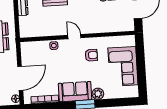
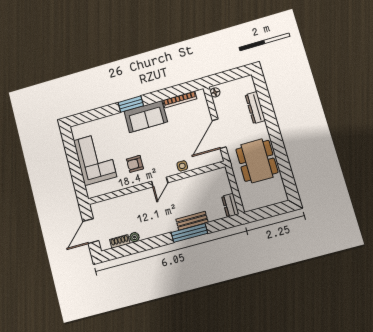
door: (74, 37) -> (160, 182), hinge flipped
door: (20, 78) -> (219, 134), moved
plant: (98, 94) -> (118, 120), removed

